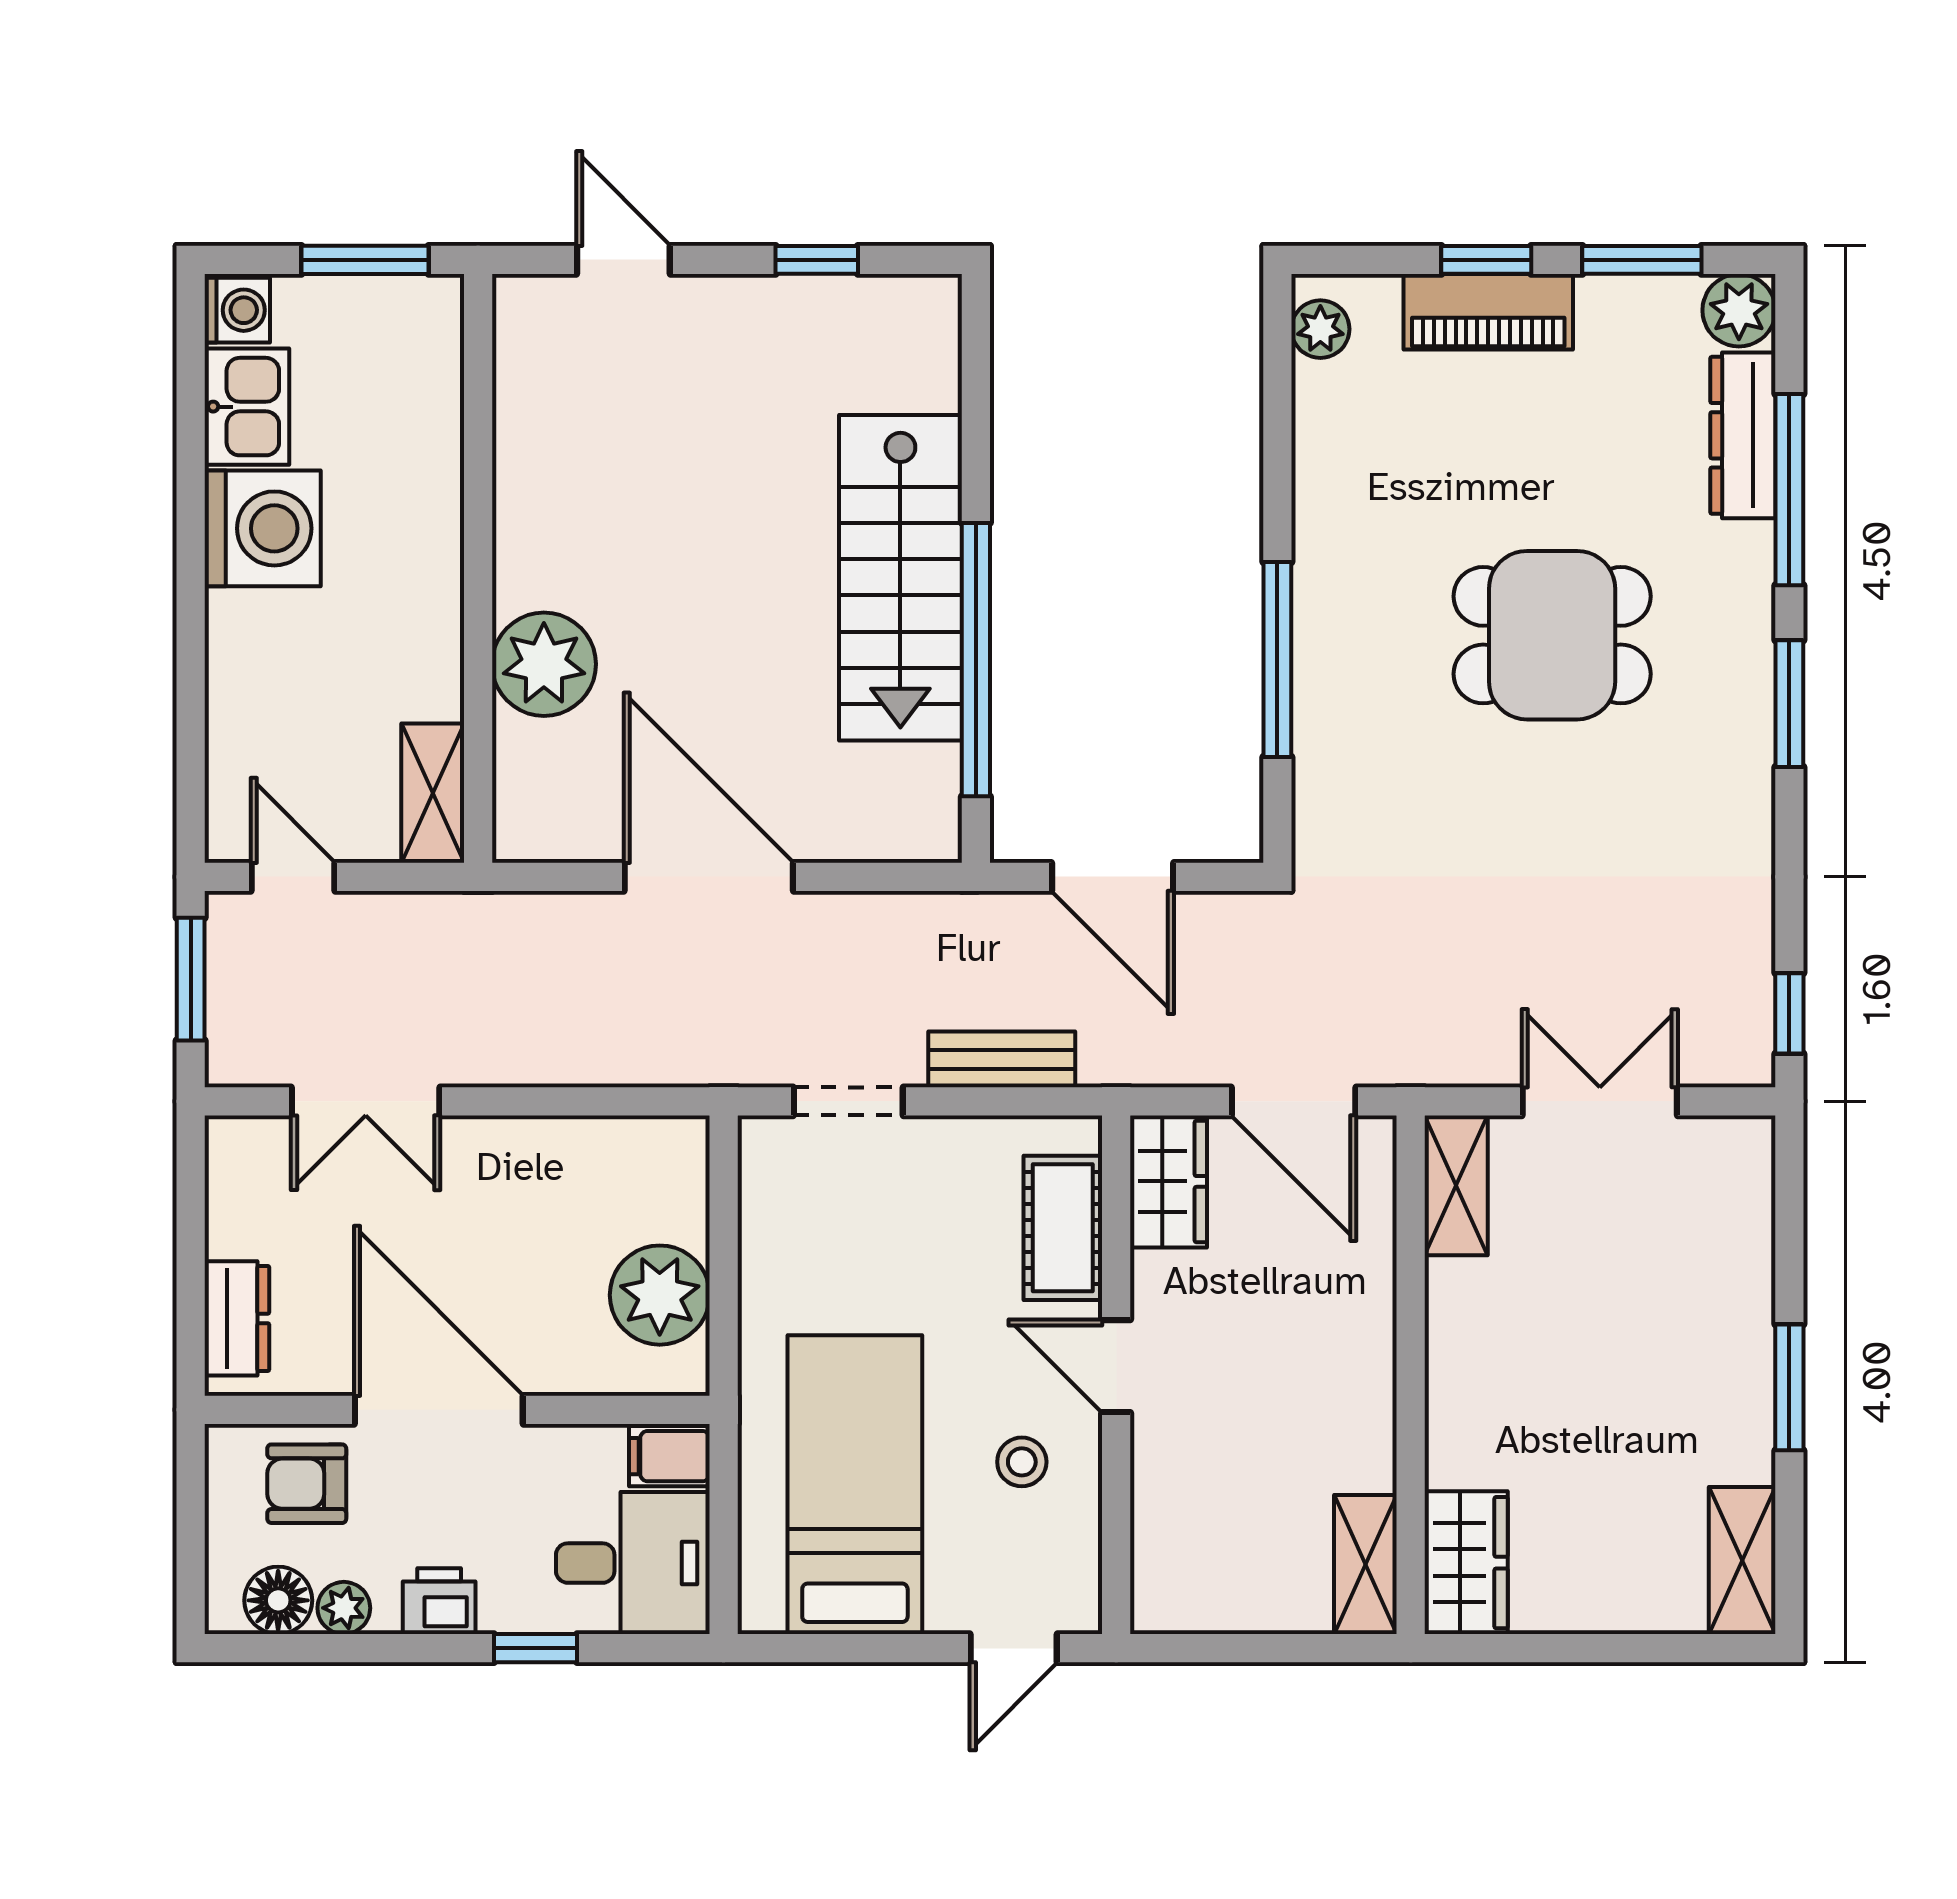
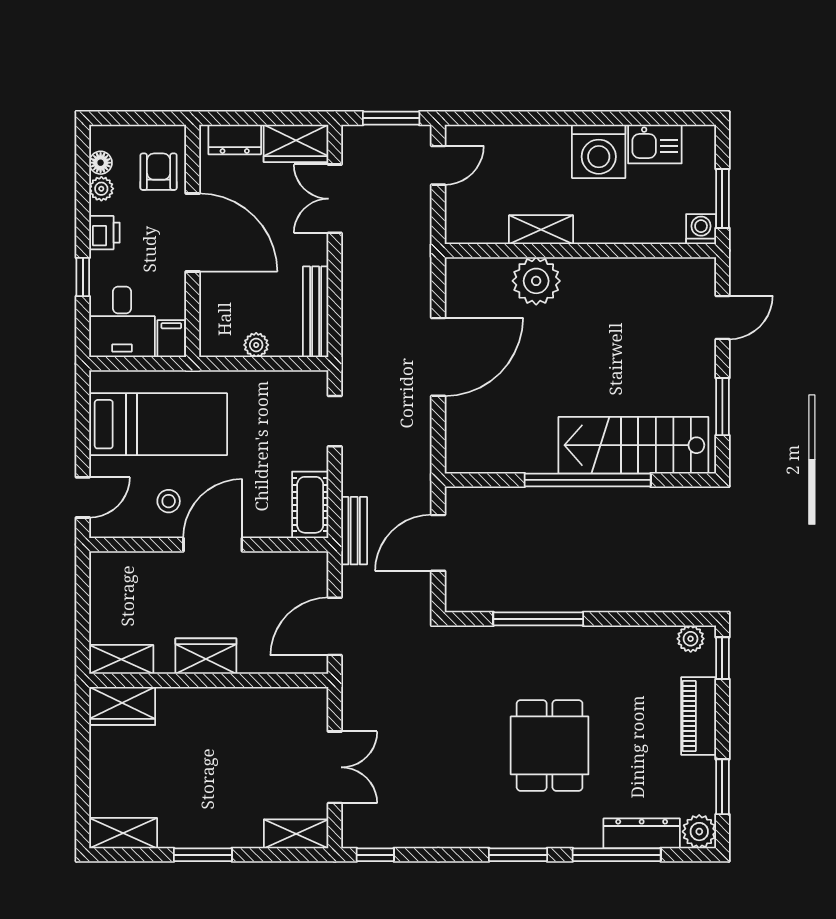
window: (817, 260) -> (722, 407), width x1.50
window: (1486, 260) -> (722, 658), moved
washing machine: (237, 310) -> (701, 229), moved, turned 180
stairs: (900, 578) -> (633, 445), moved
window: (976, 660) -> (588, 480), moved
shelving: (433, 793) -> (541, 230), moved
bench: (1002, 1059) -> (354, 531), moved
bench: (611, 1143) -> (316, 312), added
wardrobe: (1169, 1181) -> (206, 656), moved, turned 180
wardrobe: (245, 1185) -> (296, 143), added
shelving: (1456, 1185) -> (296, 834), moved
cot: (1063, 1228) -> (310, 505), moved, turned 90
plant: (660, 1295) -> (256, 345), width x0.53, depth x0.53
door: (1116, 1366) -> (213, 545), width x1.38
door: (439, 1410) -> (193, 232), hinge flipped
floor lamp: (278, 1600) -> (101, 163), width x0.73, depth x0.73
door: (1014, 1648) -> (83, 497), swing flipped

